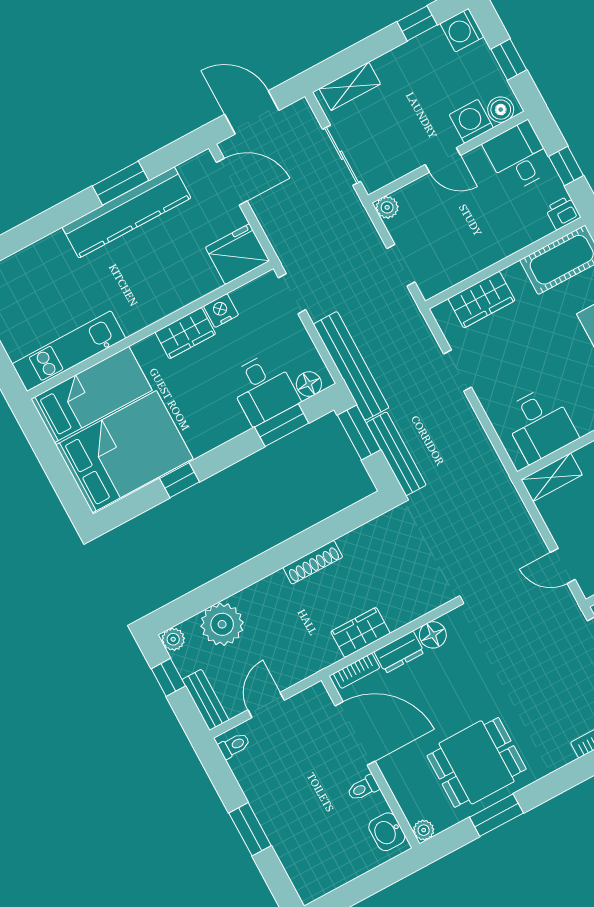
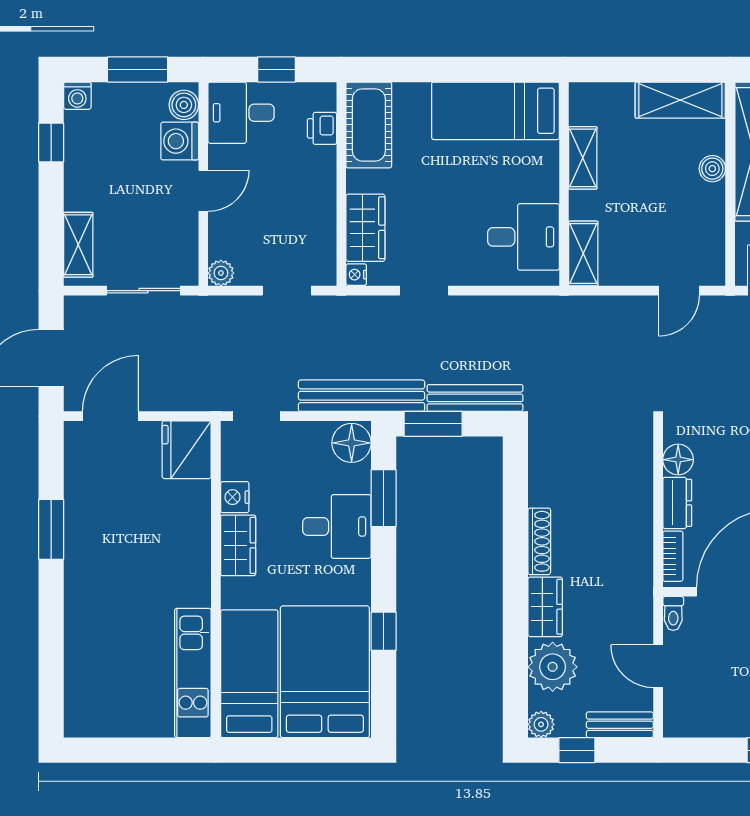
washing machine: (462, 30) -> (77, 96), width x0.73, depth x0.73
window: (509, 59) -> (138, 69), width x1.50
kitchen counter: (127, 213) -> (84, 539), removed
printer: (563, 213) -> (322, 128), moved
nightstand: (442, 312) -> (356, 275), added
floor lamp: (309, 384) -> (352, 443), width x1.38, depth x1.38
desk: (263, 389) -> (337, 526), moved
wardrobe: (360, 632) -> (545, 607), moved, turned 180
toilet: (234, 745) -> (673, 613), moved, turned 180

